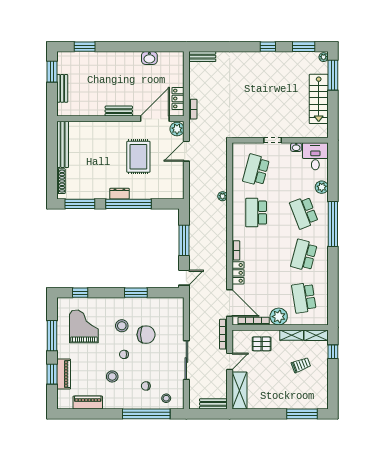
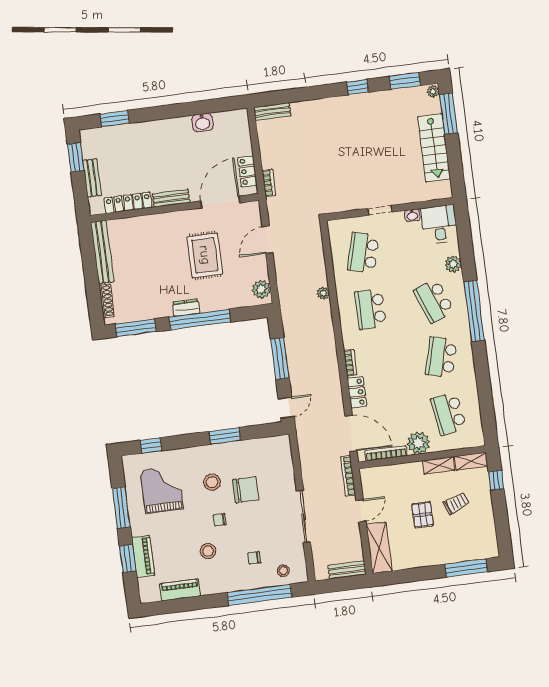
locker: (86, 110) -> (128, 203), added
plant: (177, 129) -> (261, 289), moved
pallet: (262, 344) -> (423, 515), moved, turned 90

